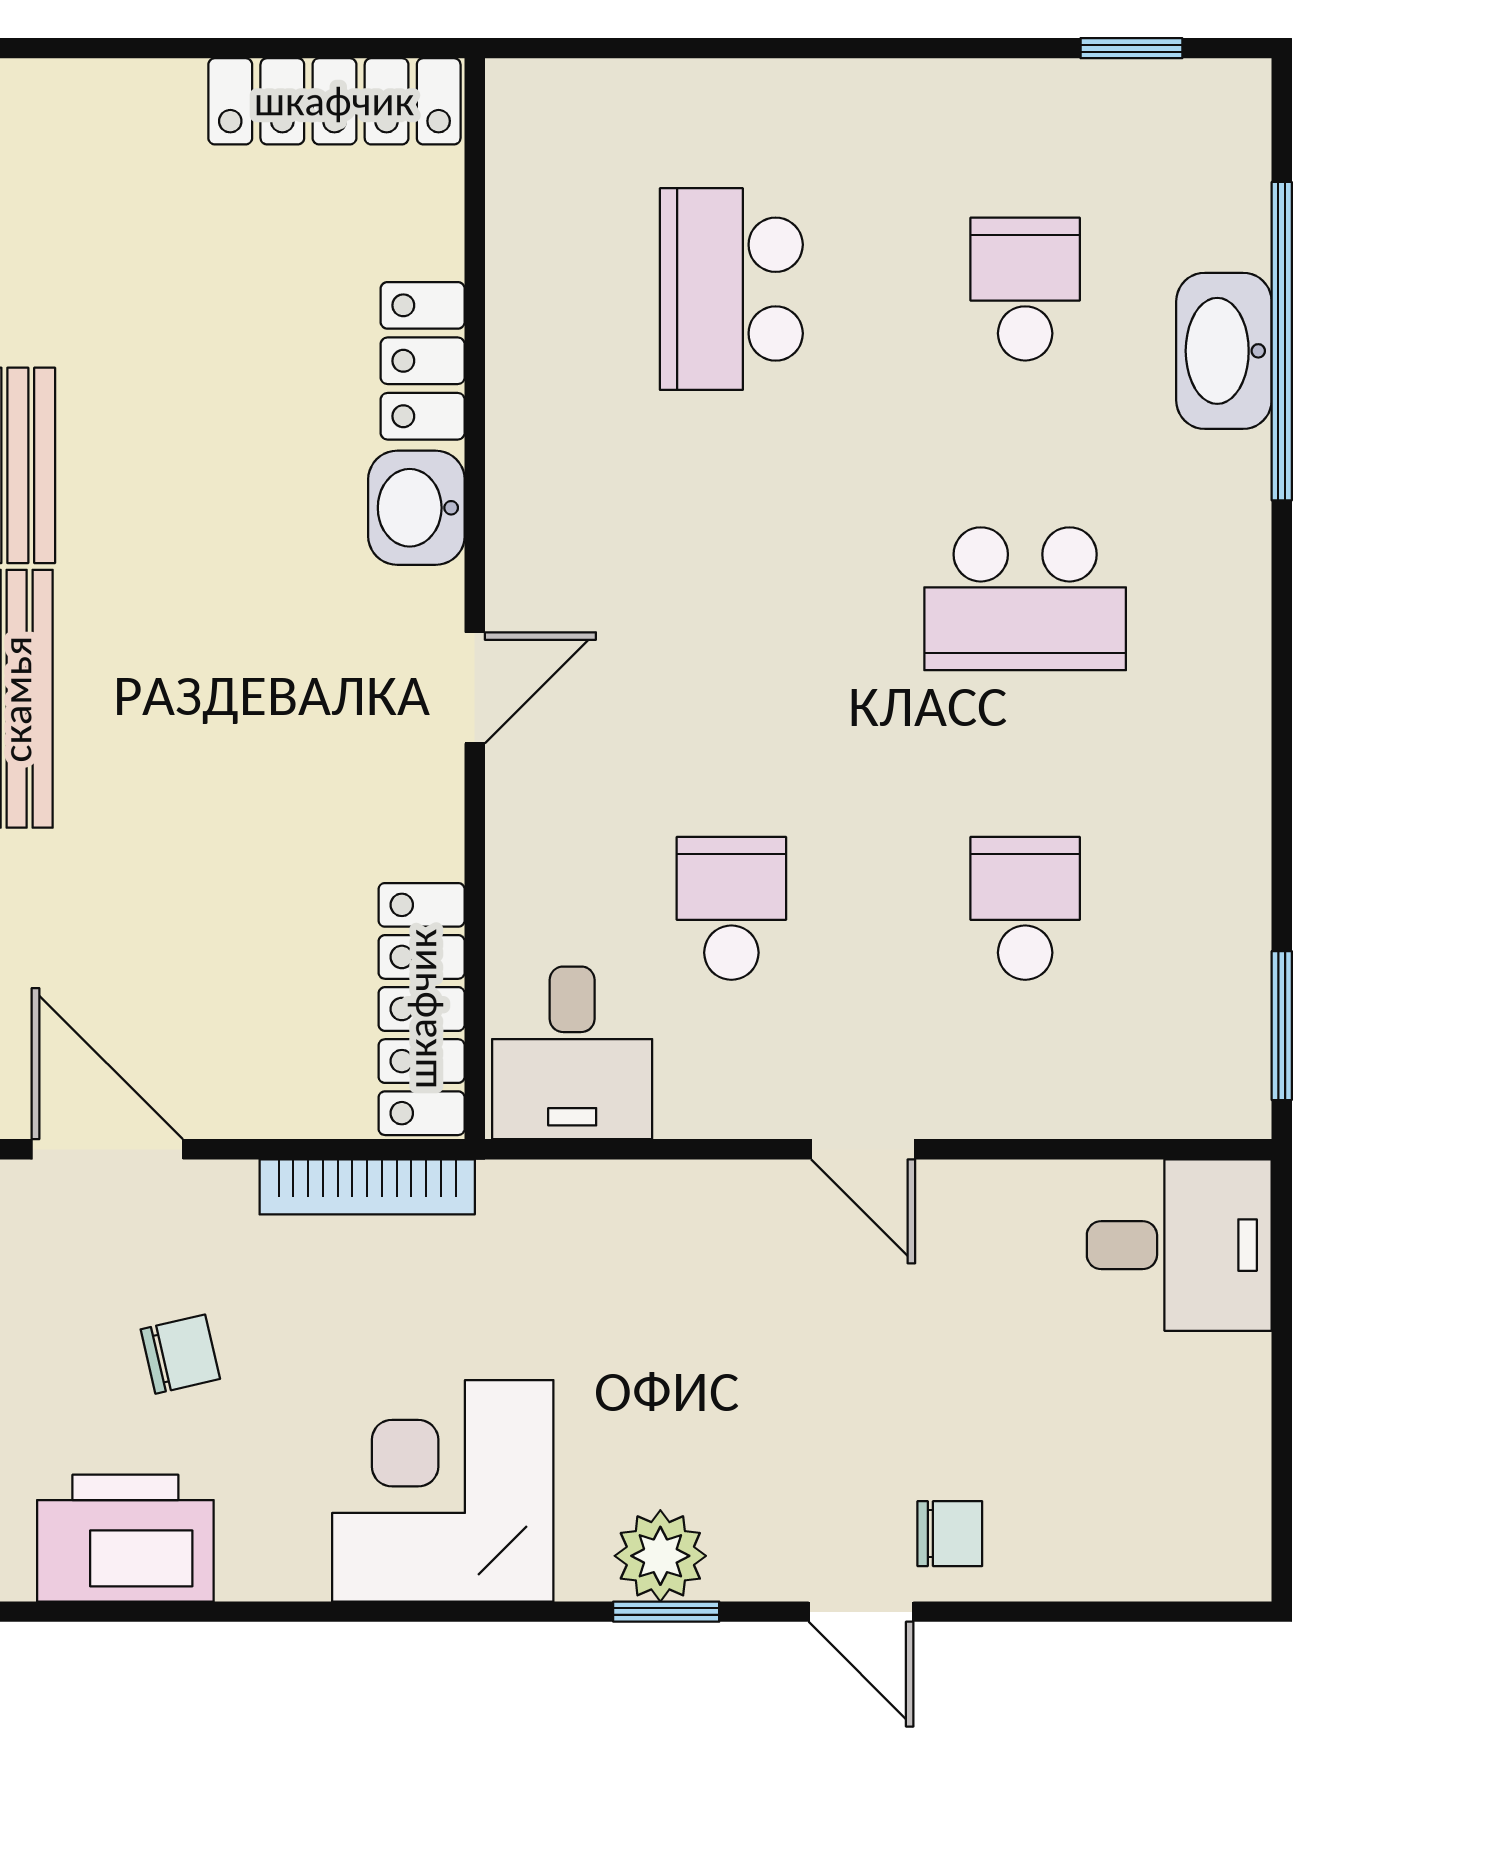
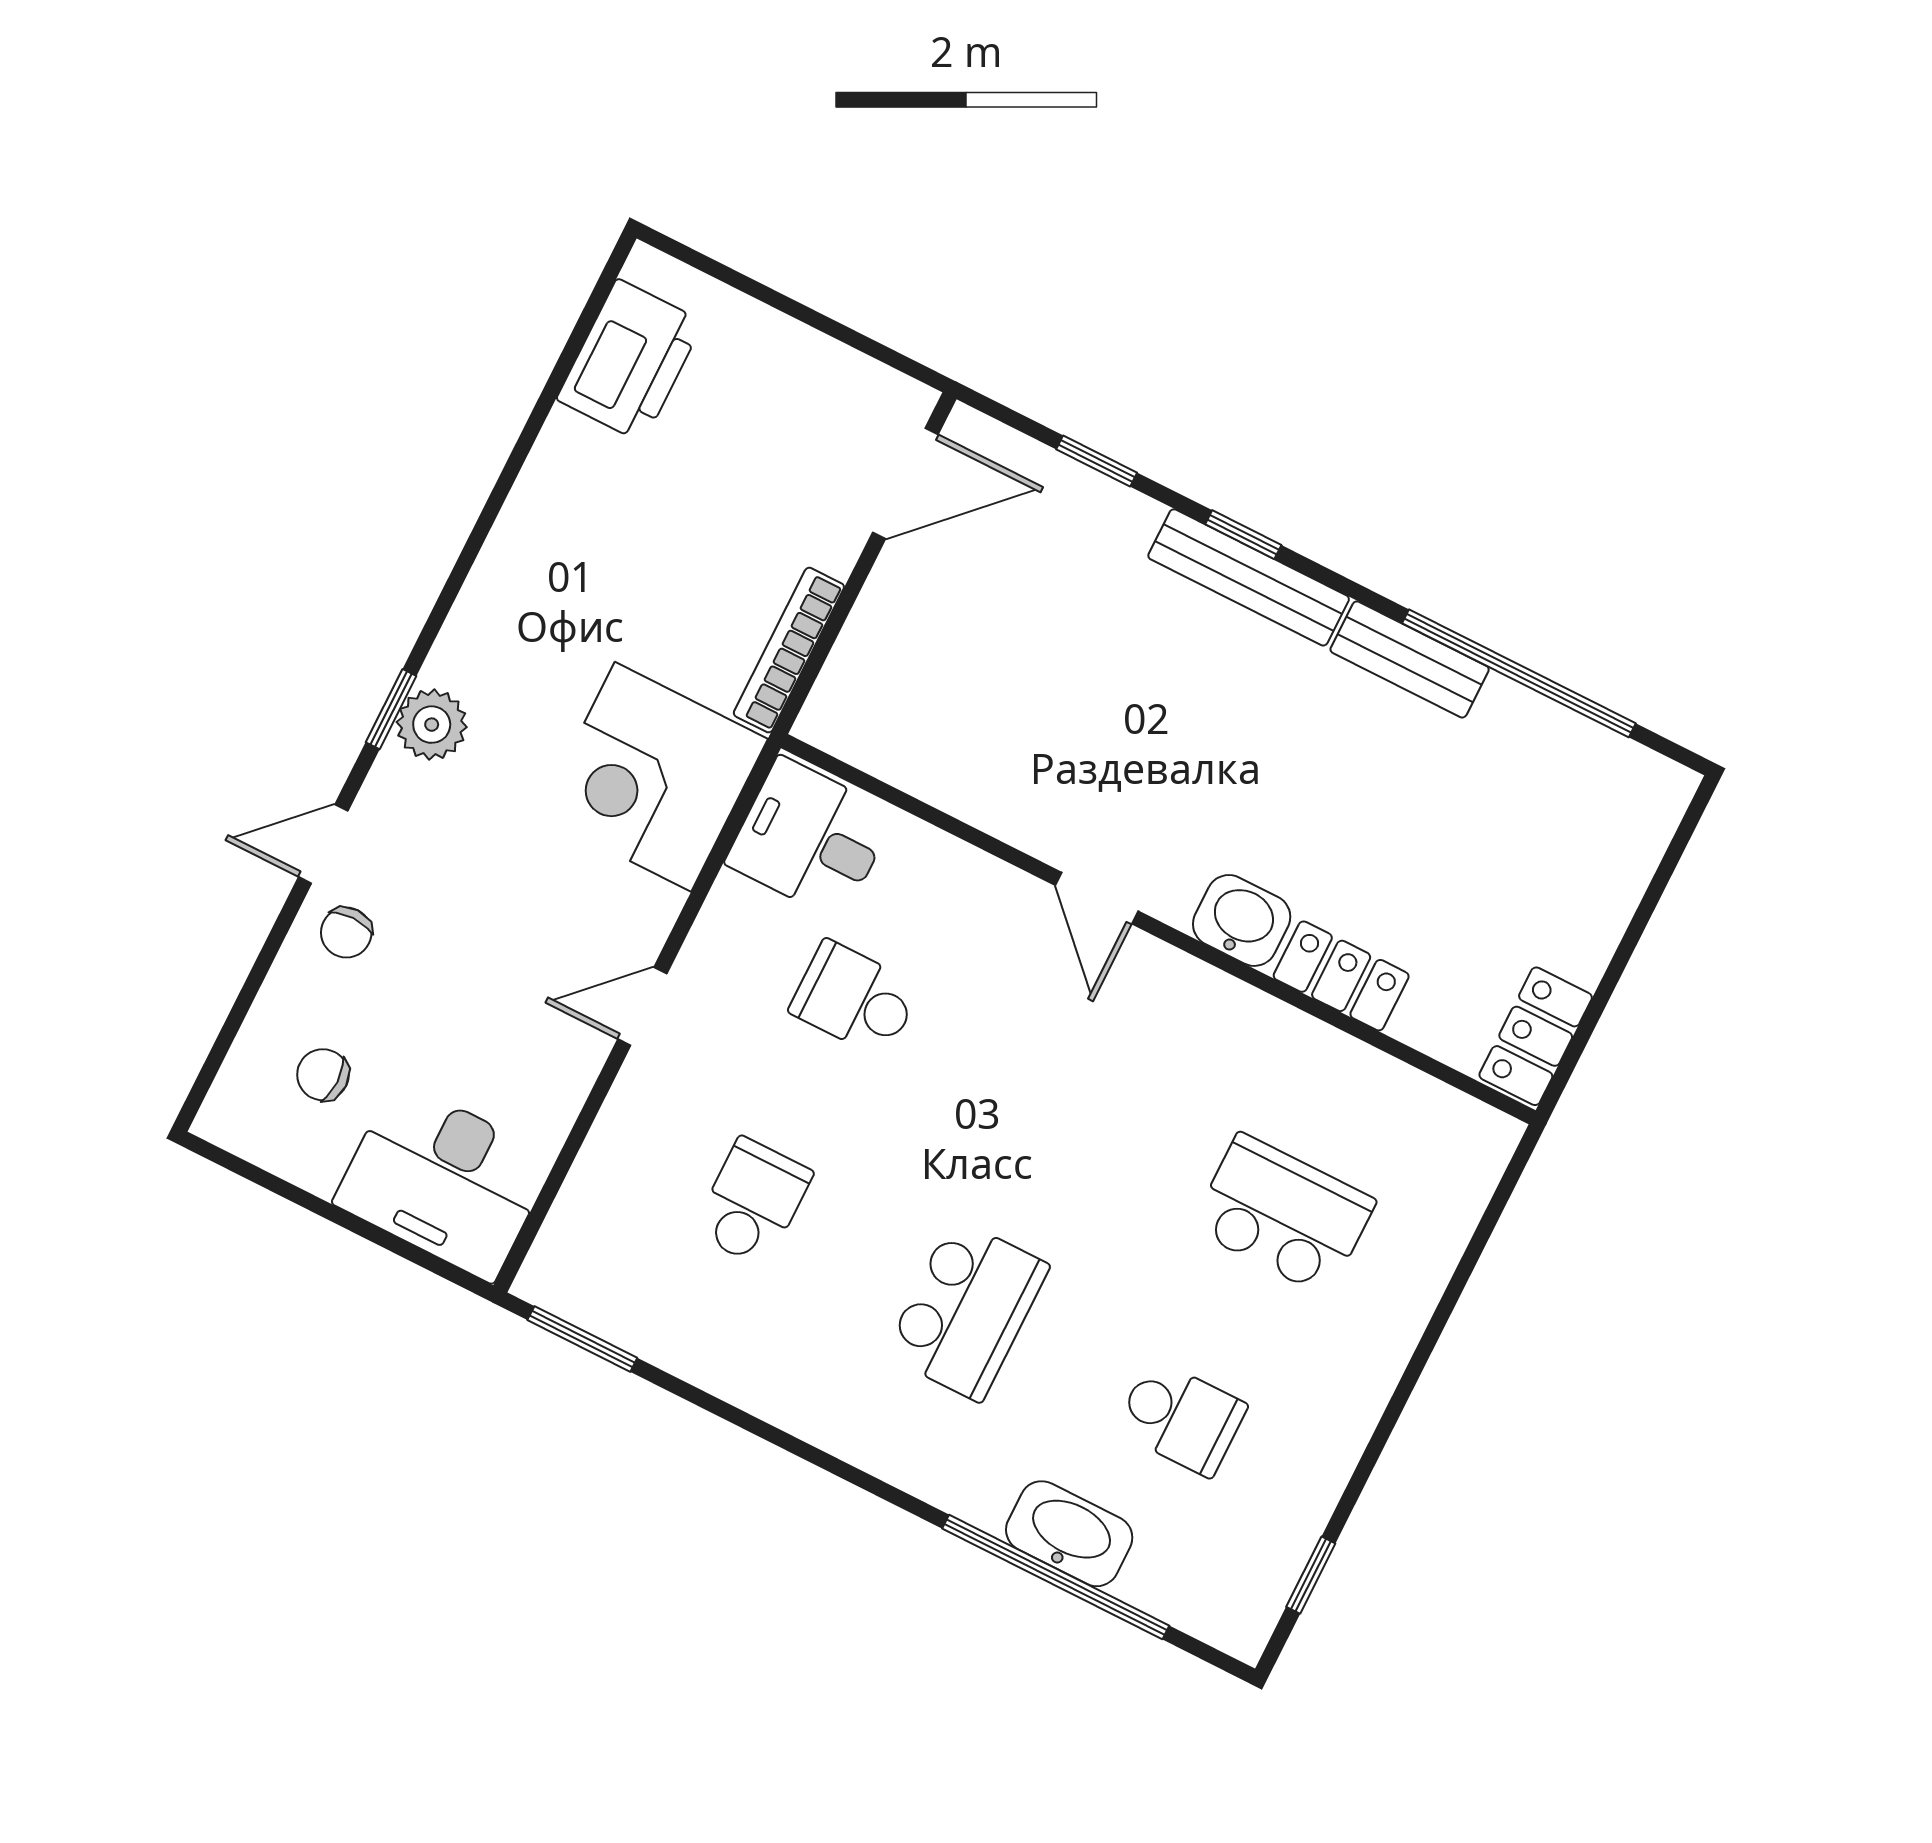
locker: (334, 101) -> (1536, 1036), width x0.66
school desk: (1025, 599) -> (967, 1310), turned 180
school desk: (731, 908) -> (855, 999), turned 180
school desk: (1025, 908) -> (753, 1202), turned -90
locker: (422, 1009) -> (893, 750), removed
desk: (1179, 1245) -> (444, 1181), width x1.37
chair: (180, 1354) -> (323, 1075), moved, turned 103
corner desk: (443, 1491) -> (653, 777), moved, turned 180

